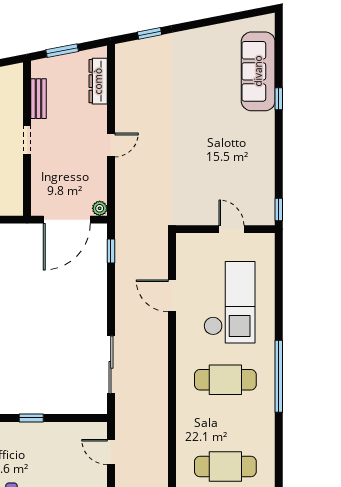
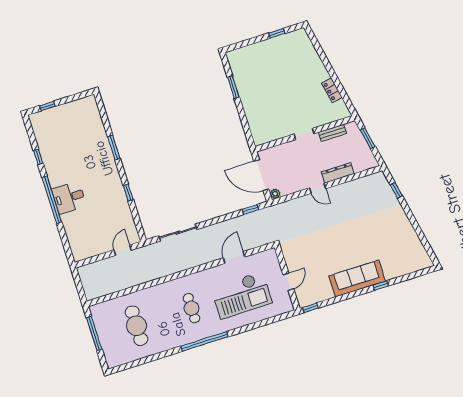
sofa: (258, 71) -> (357, 279), moved
dresser: (98, 81) -> (338, 173), moved
cafe table: (225, 380) -> (191, 308), width x0.73, depth x0.74

